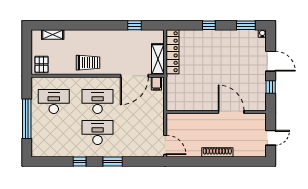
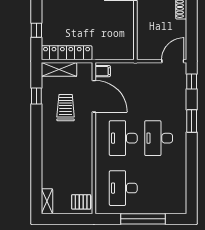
window: (209, 25) -> (36, 30), moved
shelving: (53, 35) -> (47, 201), moved
shelving: (158, 59) -> (59, 69), moved
trolley: (88, 63) -> (66, 108), moved
window: (80, 162) -> (192, 81), moved

